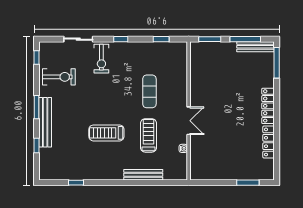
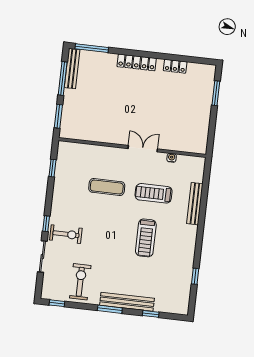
window: (121, 39) -> (46, 224), moved
locker: (269, 142) -> (175, 66), width x0.66

